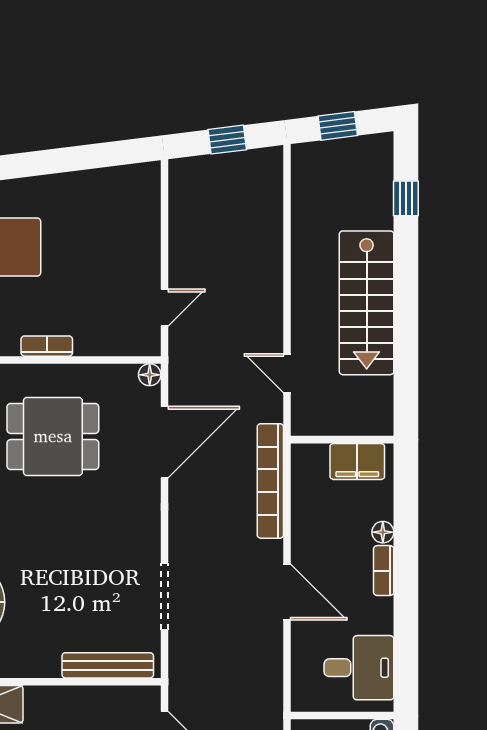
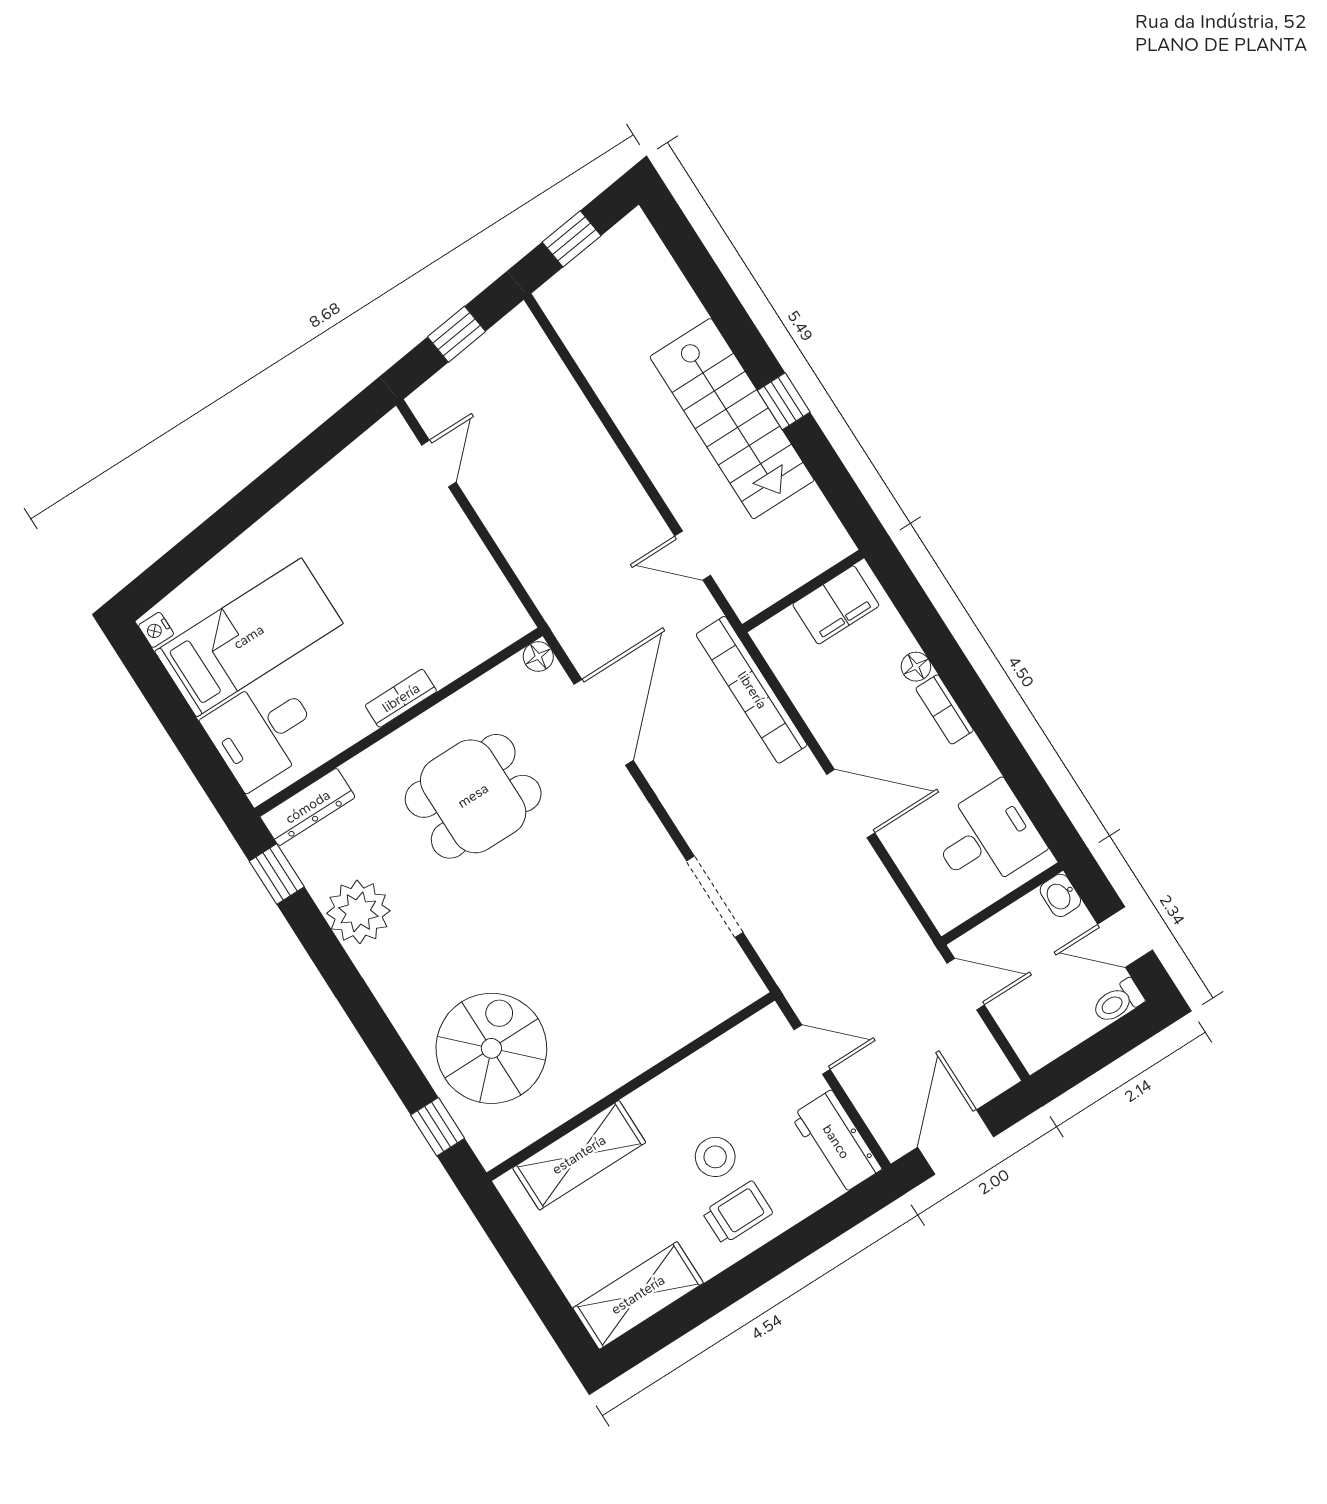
window: (406, 198) -> (784, 401), moved
door: (164, 308) -> (439, 464), moved
bench: (108, 665) -> (700, 1016), removed

